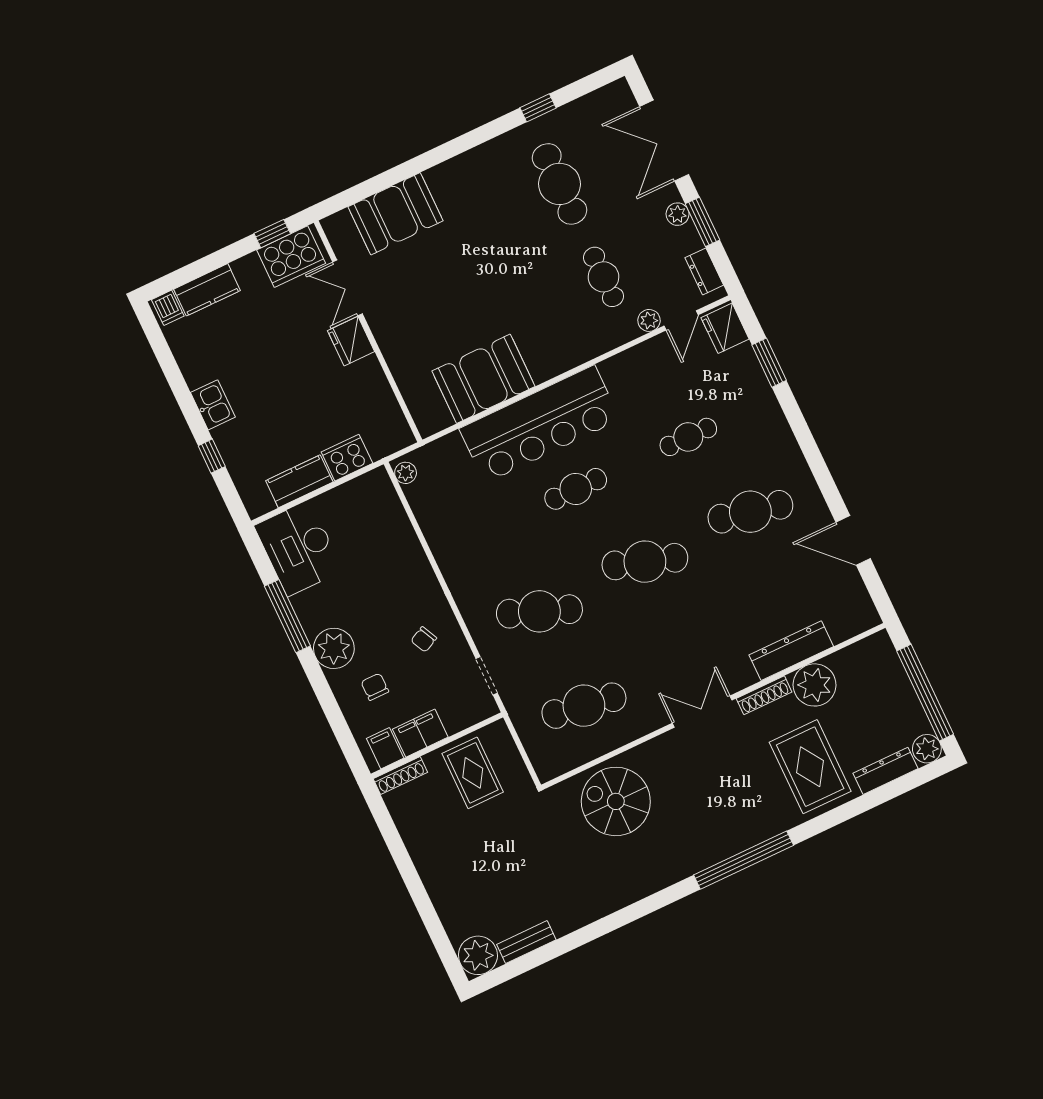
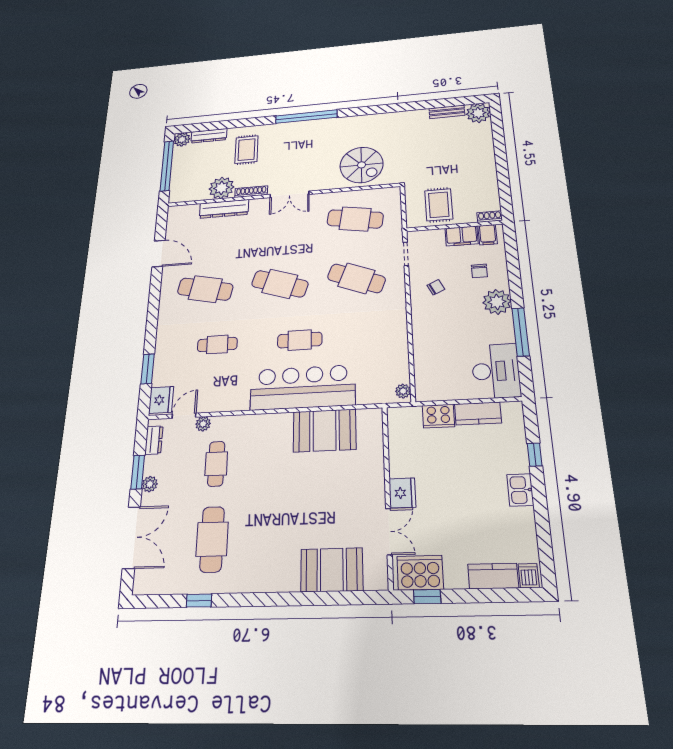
rug: (810, 767) -> (247, 150), width x0.73, depth x0.70
shoe rack: (400, 776) -> (490, 217), width x0.70

